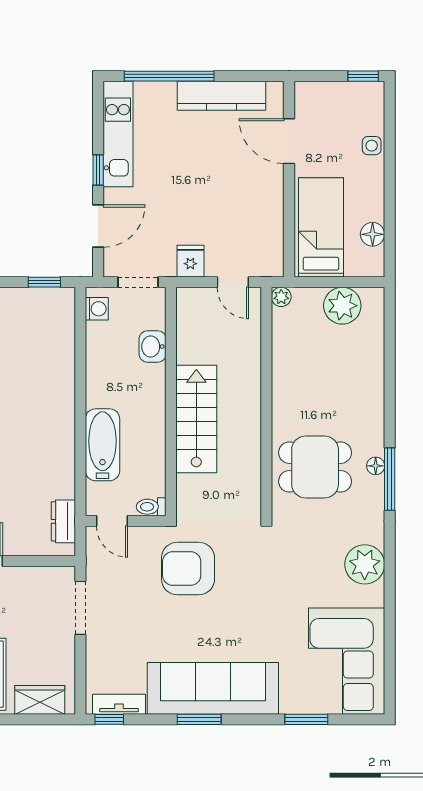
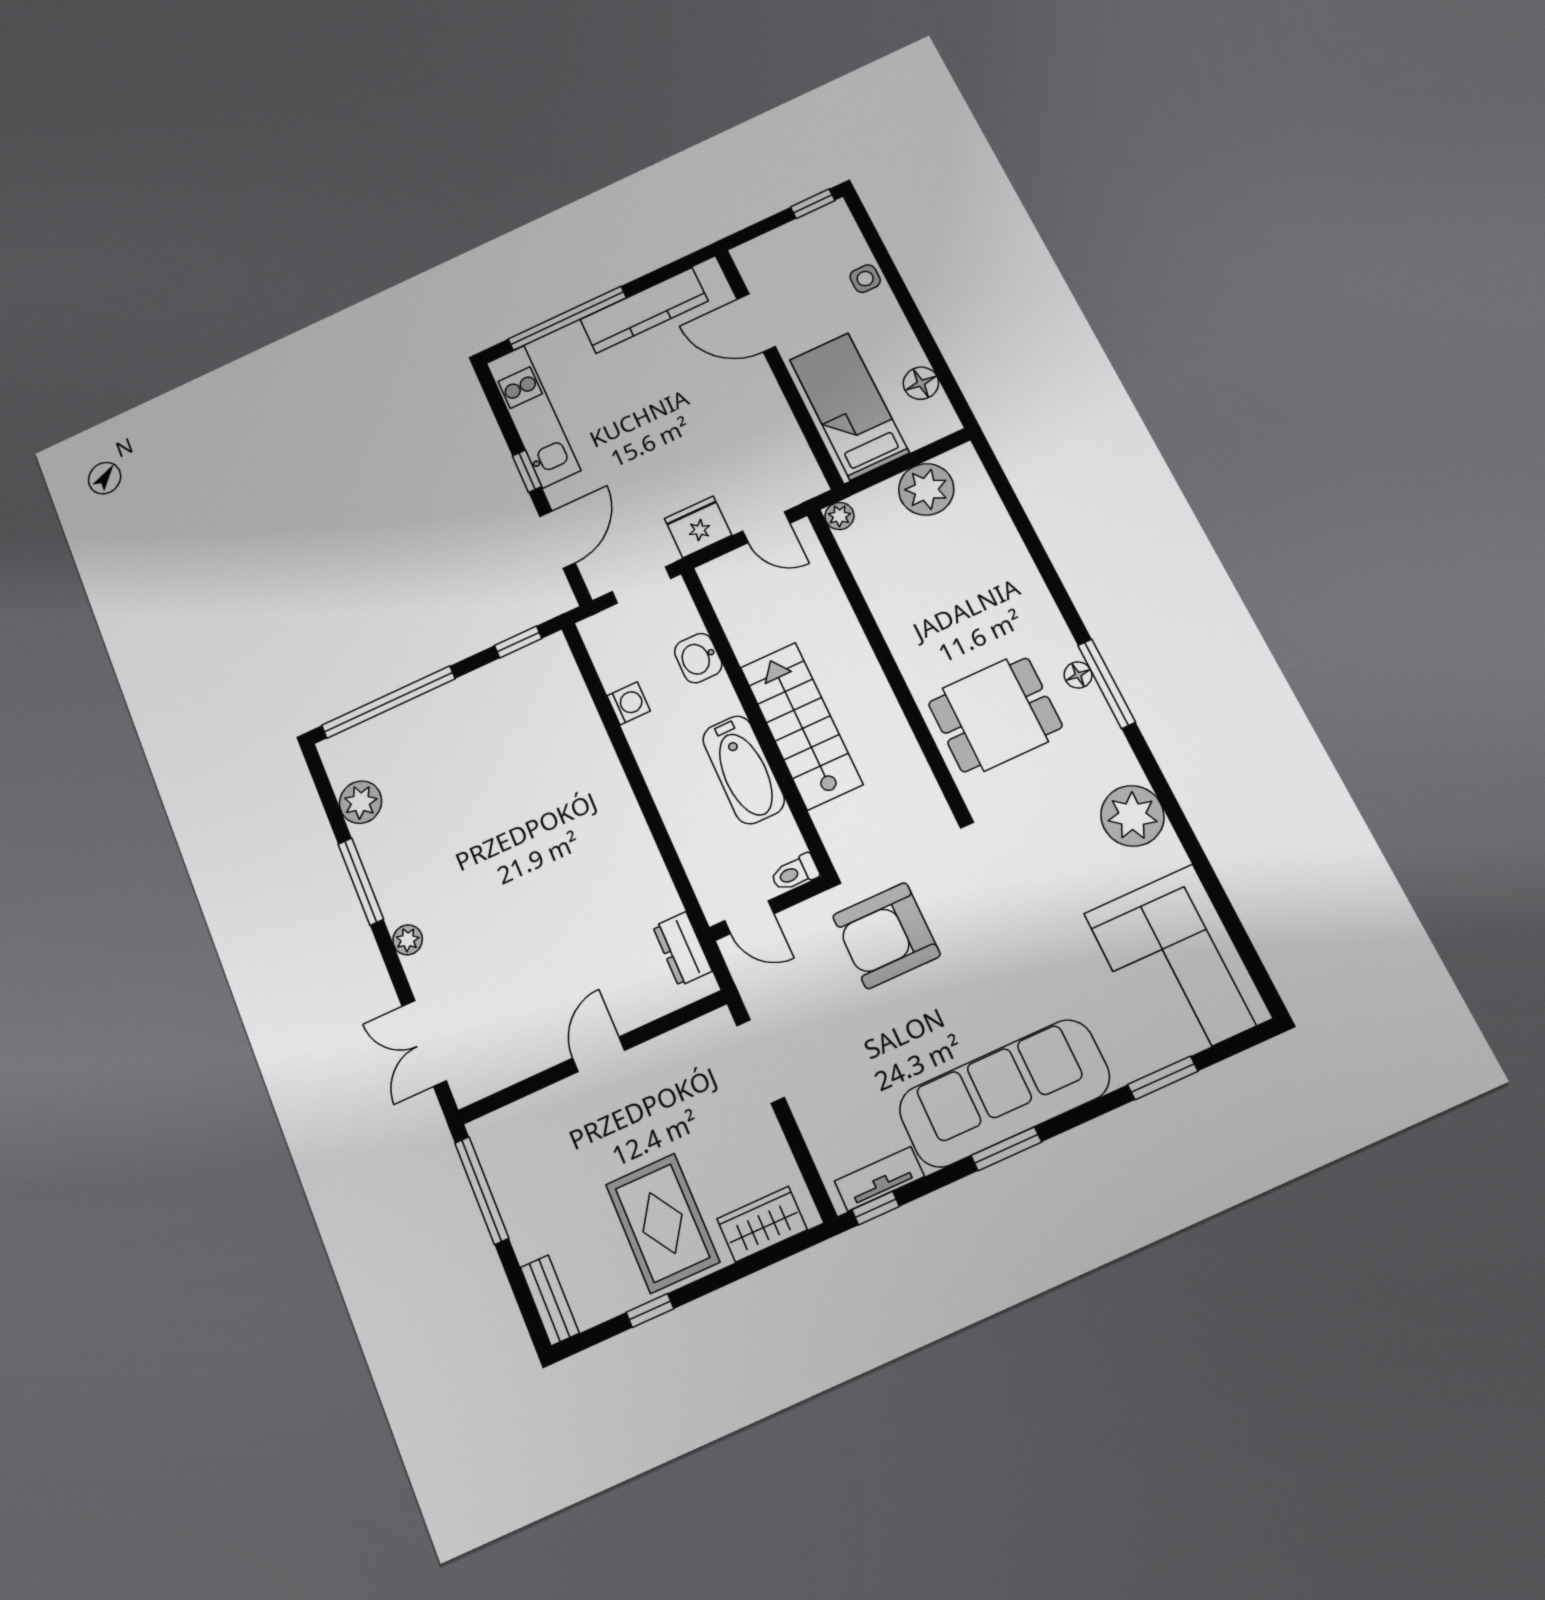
fridge: (190, 261) -> (698, 527), width x1.38
washing machine: (97, 309) -> (629, 703), moved
bathtub: (102, 445) -> (744, 770), moved, turned 180

